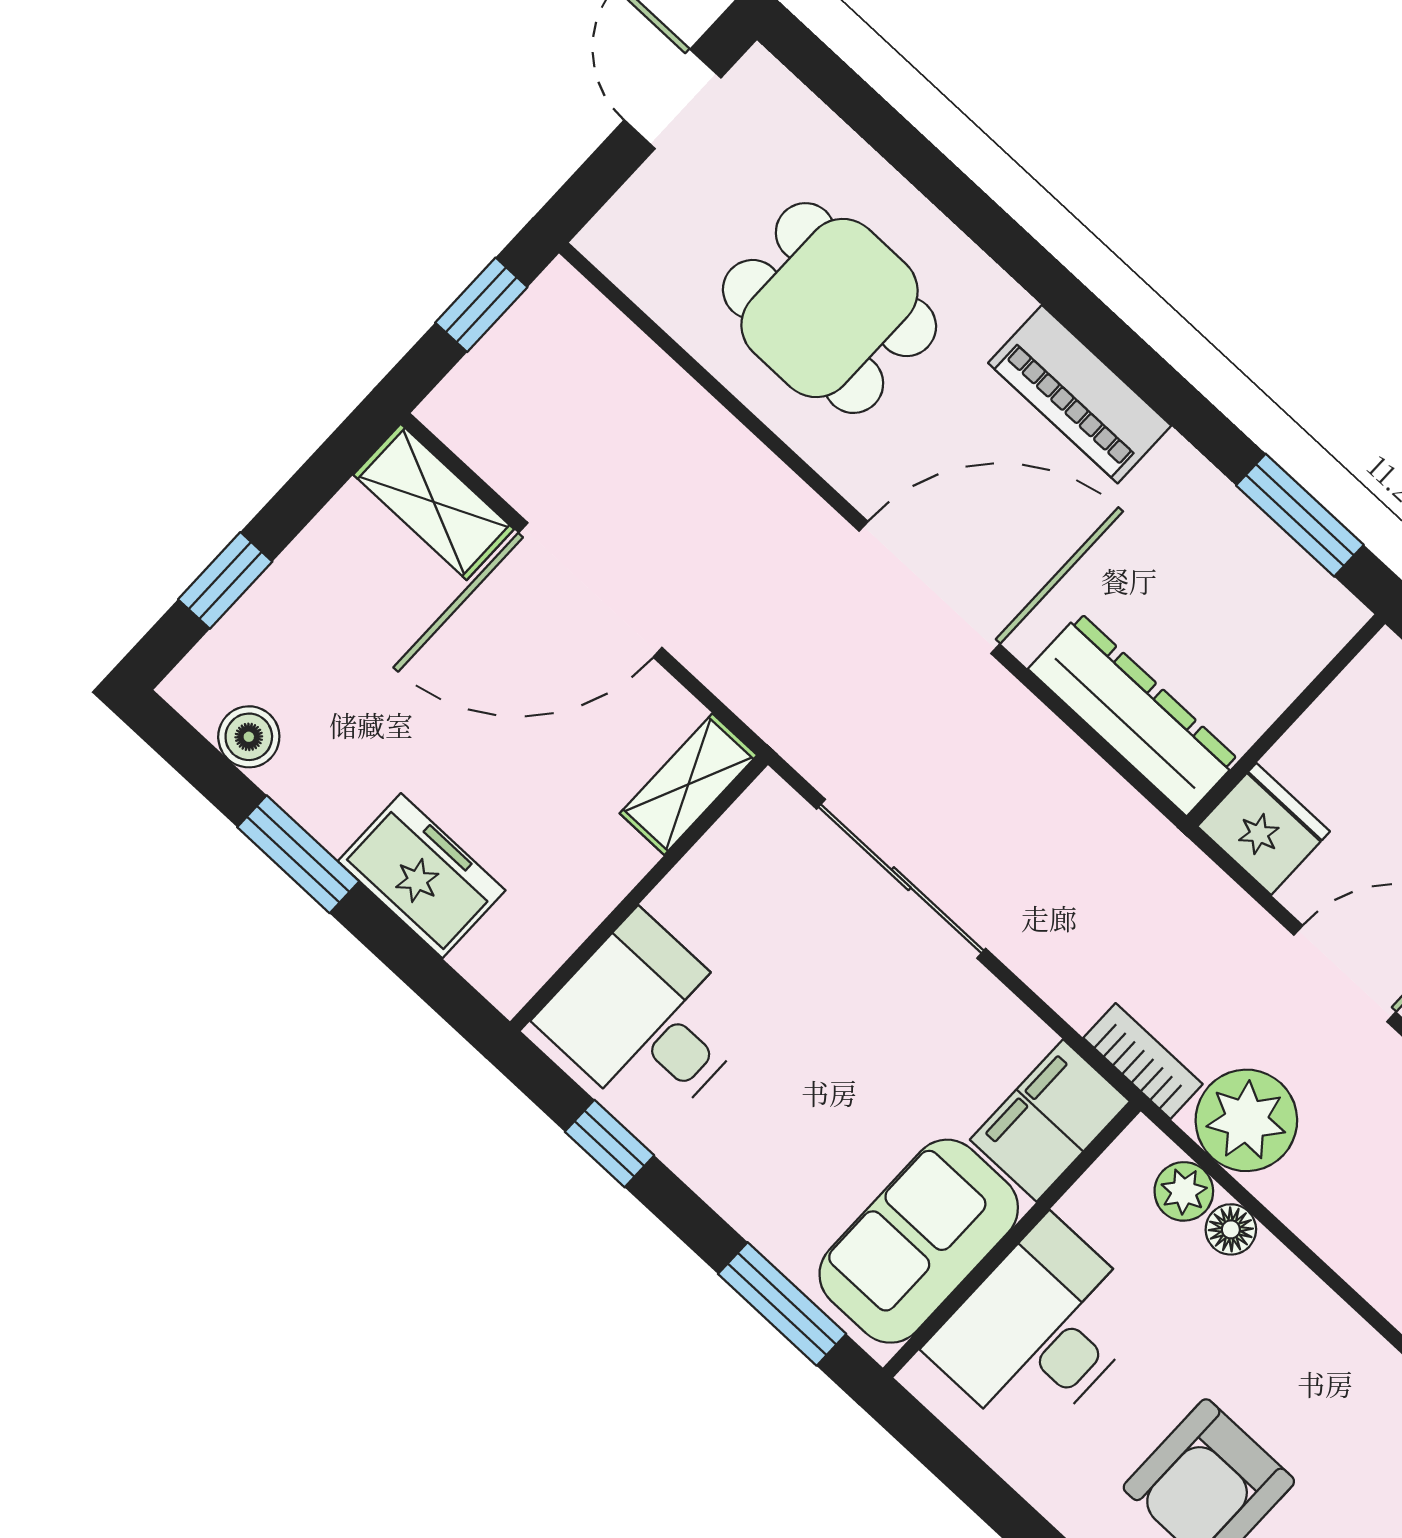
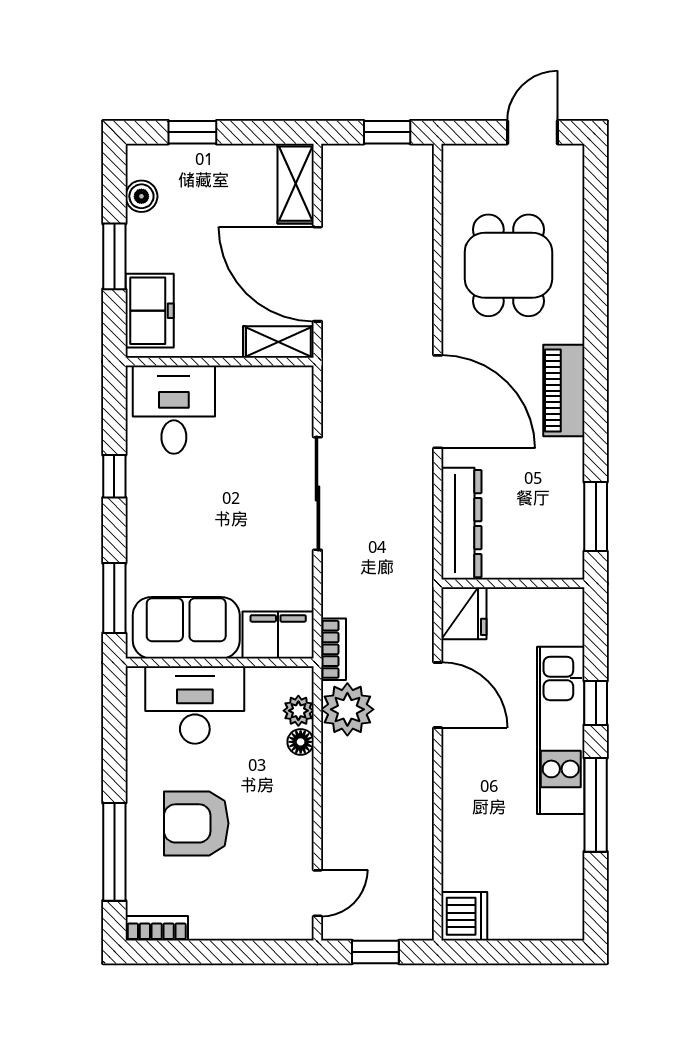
shelving: (688, 784) -> (278, 342), moved
wall: (639, 893) -> (220, 362), moved
desk: (647, 1021) -> (174, 410), moved

